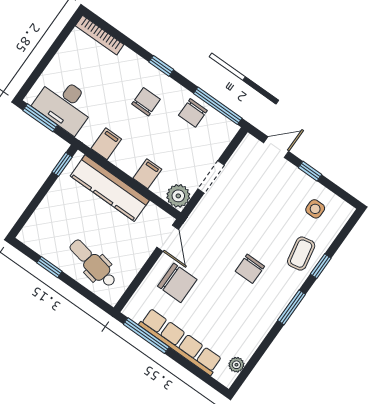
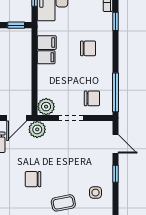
window: (161, 66) -> (116, 21), moved
chair: (193, 113) -> (92, 98), moved, turned 180
filing cabinet: (147, 174) -> (46, 57), moved
kitchen counter: (110, 188) -> (22, 63), removed
plant: (197, 224) -> (37, 129), added

